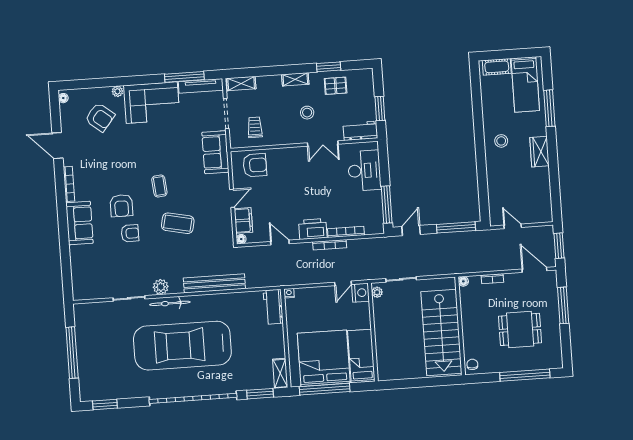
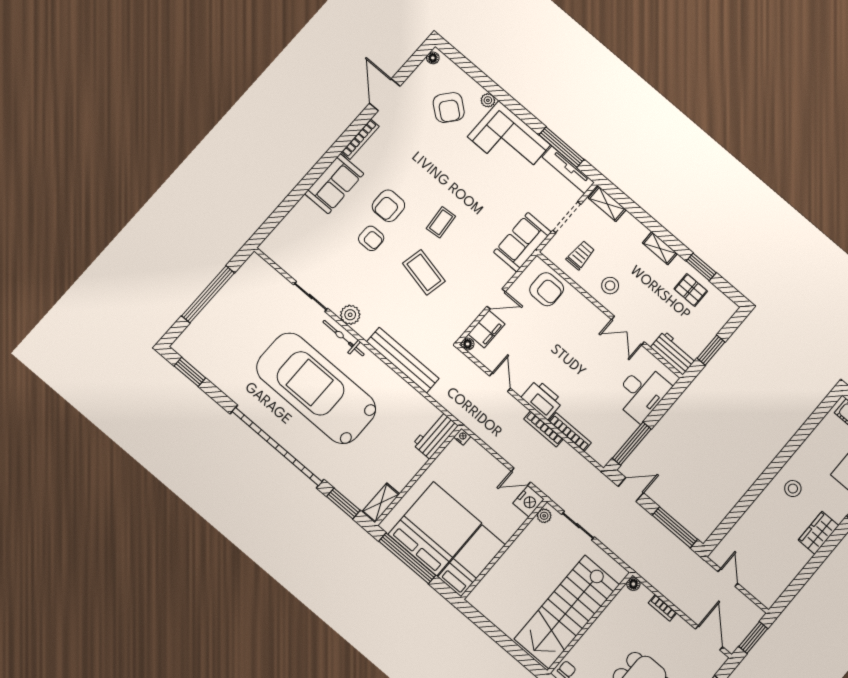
stool: (307, 113) -> (610, 286), moved

